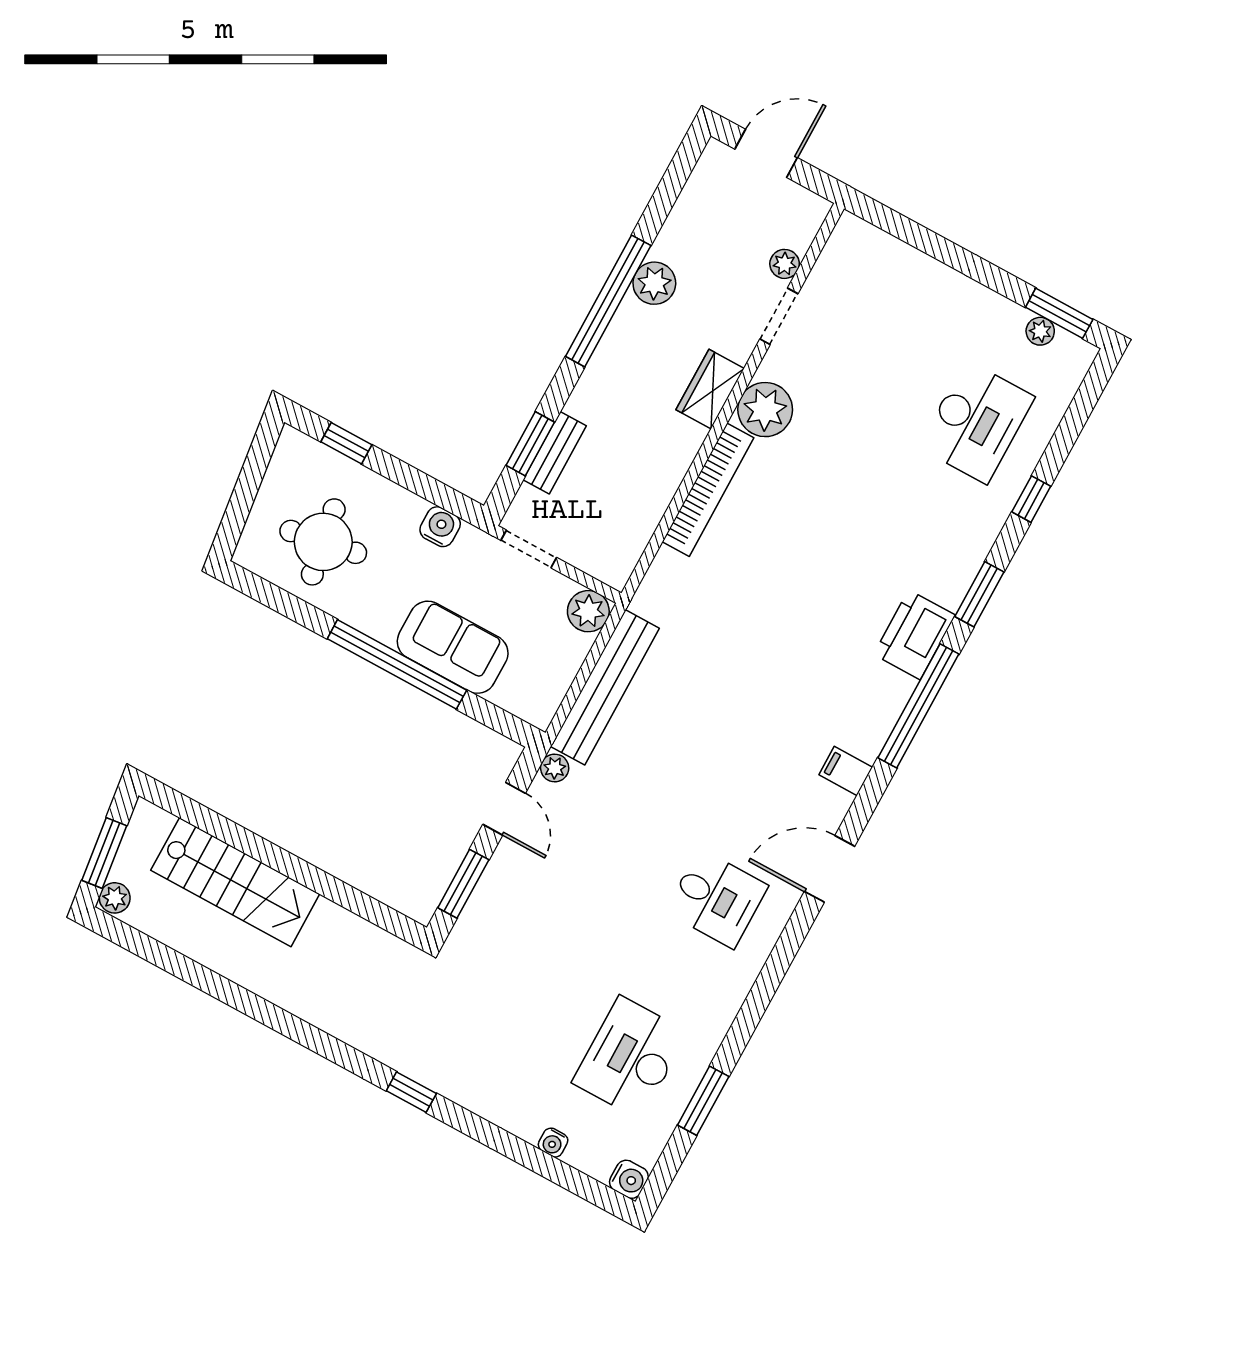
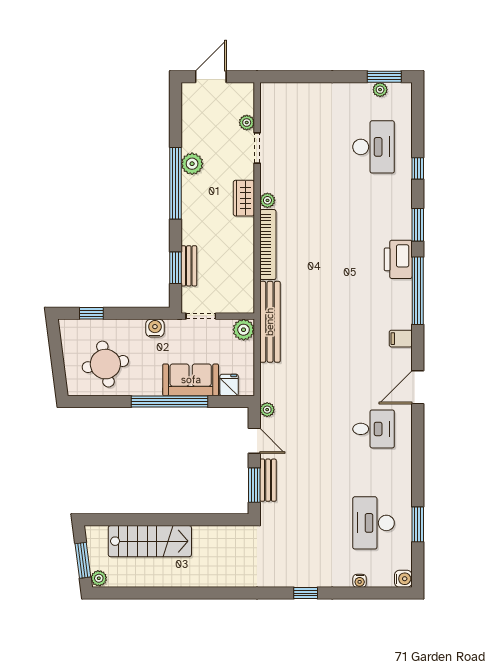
plant: (765, 410) -> (267, 200), width x0.53, depth x0.53
bench: (605, 687) -> (270, 322), moved
fridge: (513, 691) -> (229, 385), added
bench: (491, 888) -> (268, 480), added
window: (411, 1092) -> (306, 593), moved

